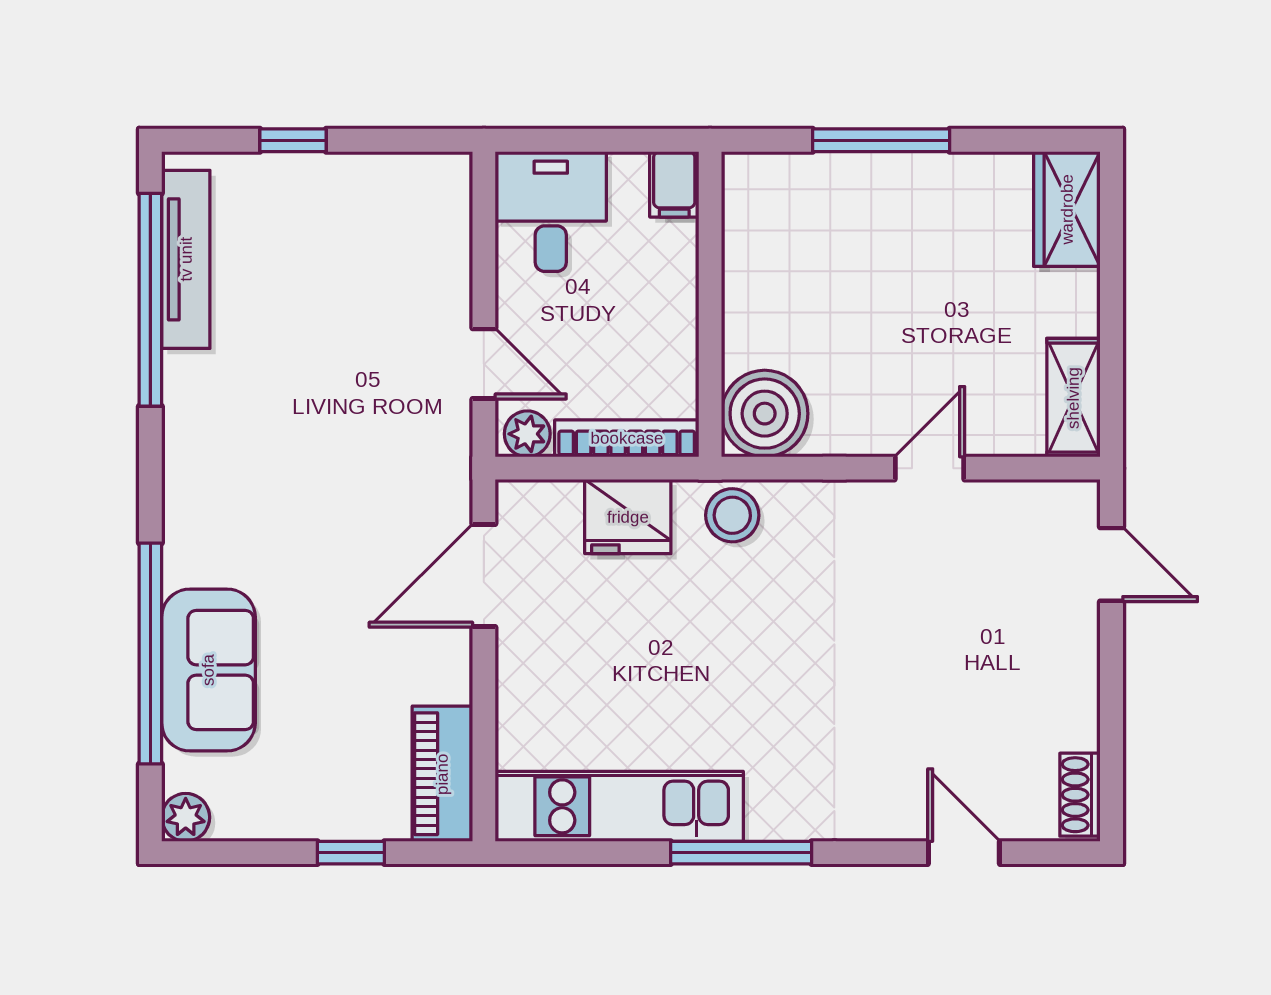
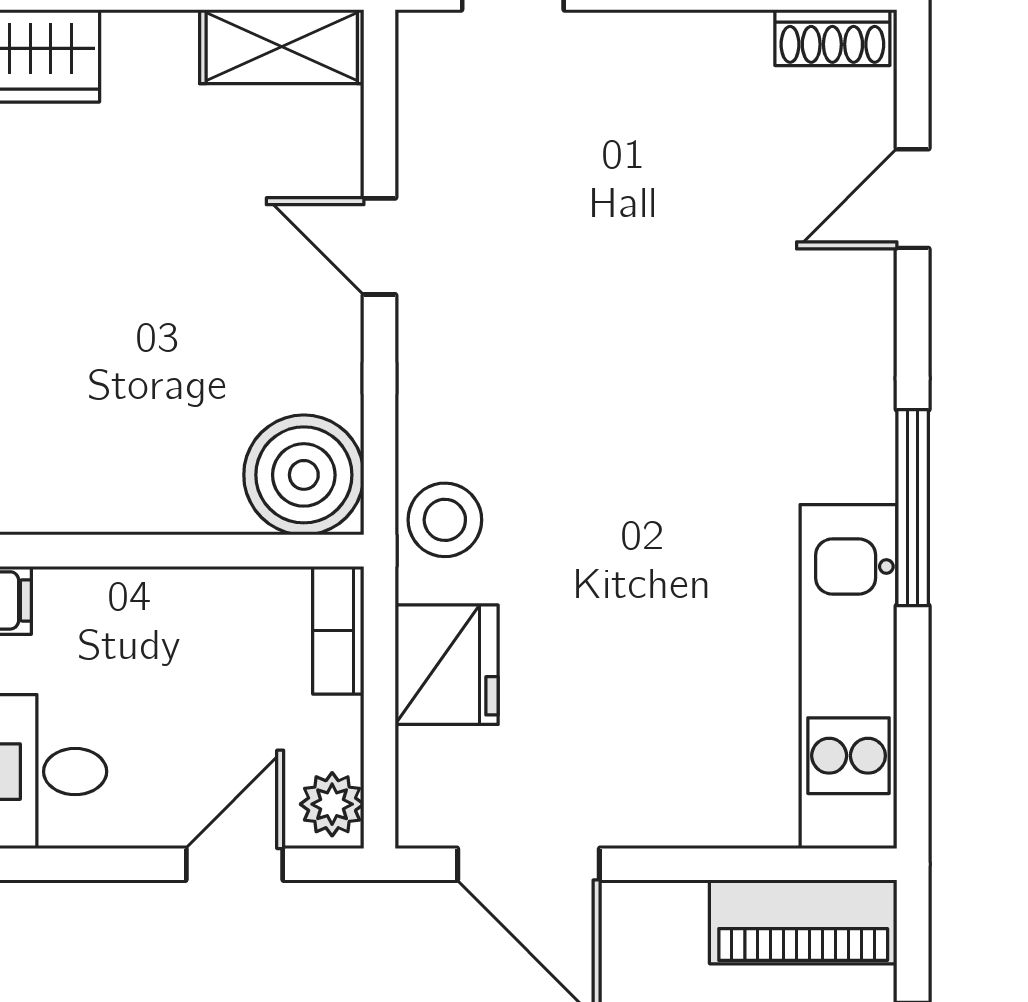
bookcase: (627, 438) -> (338, 630), width x0.64

